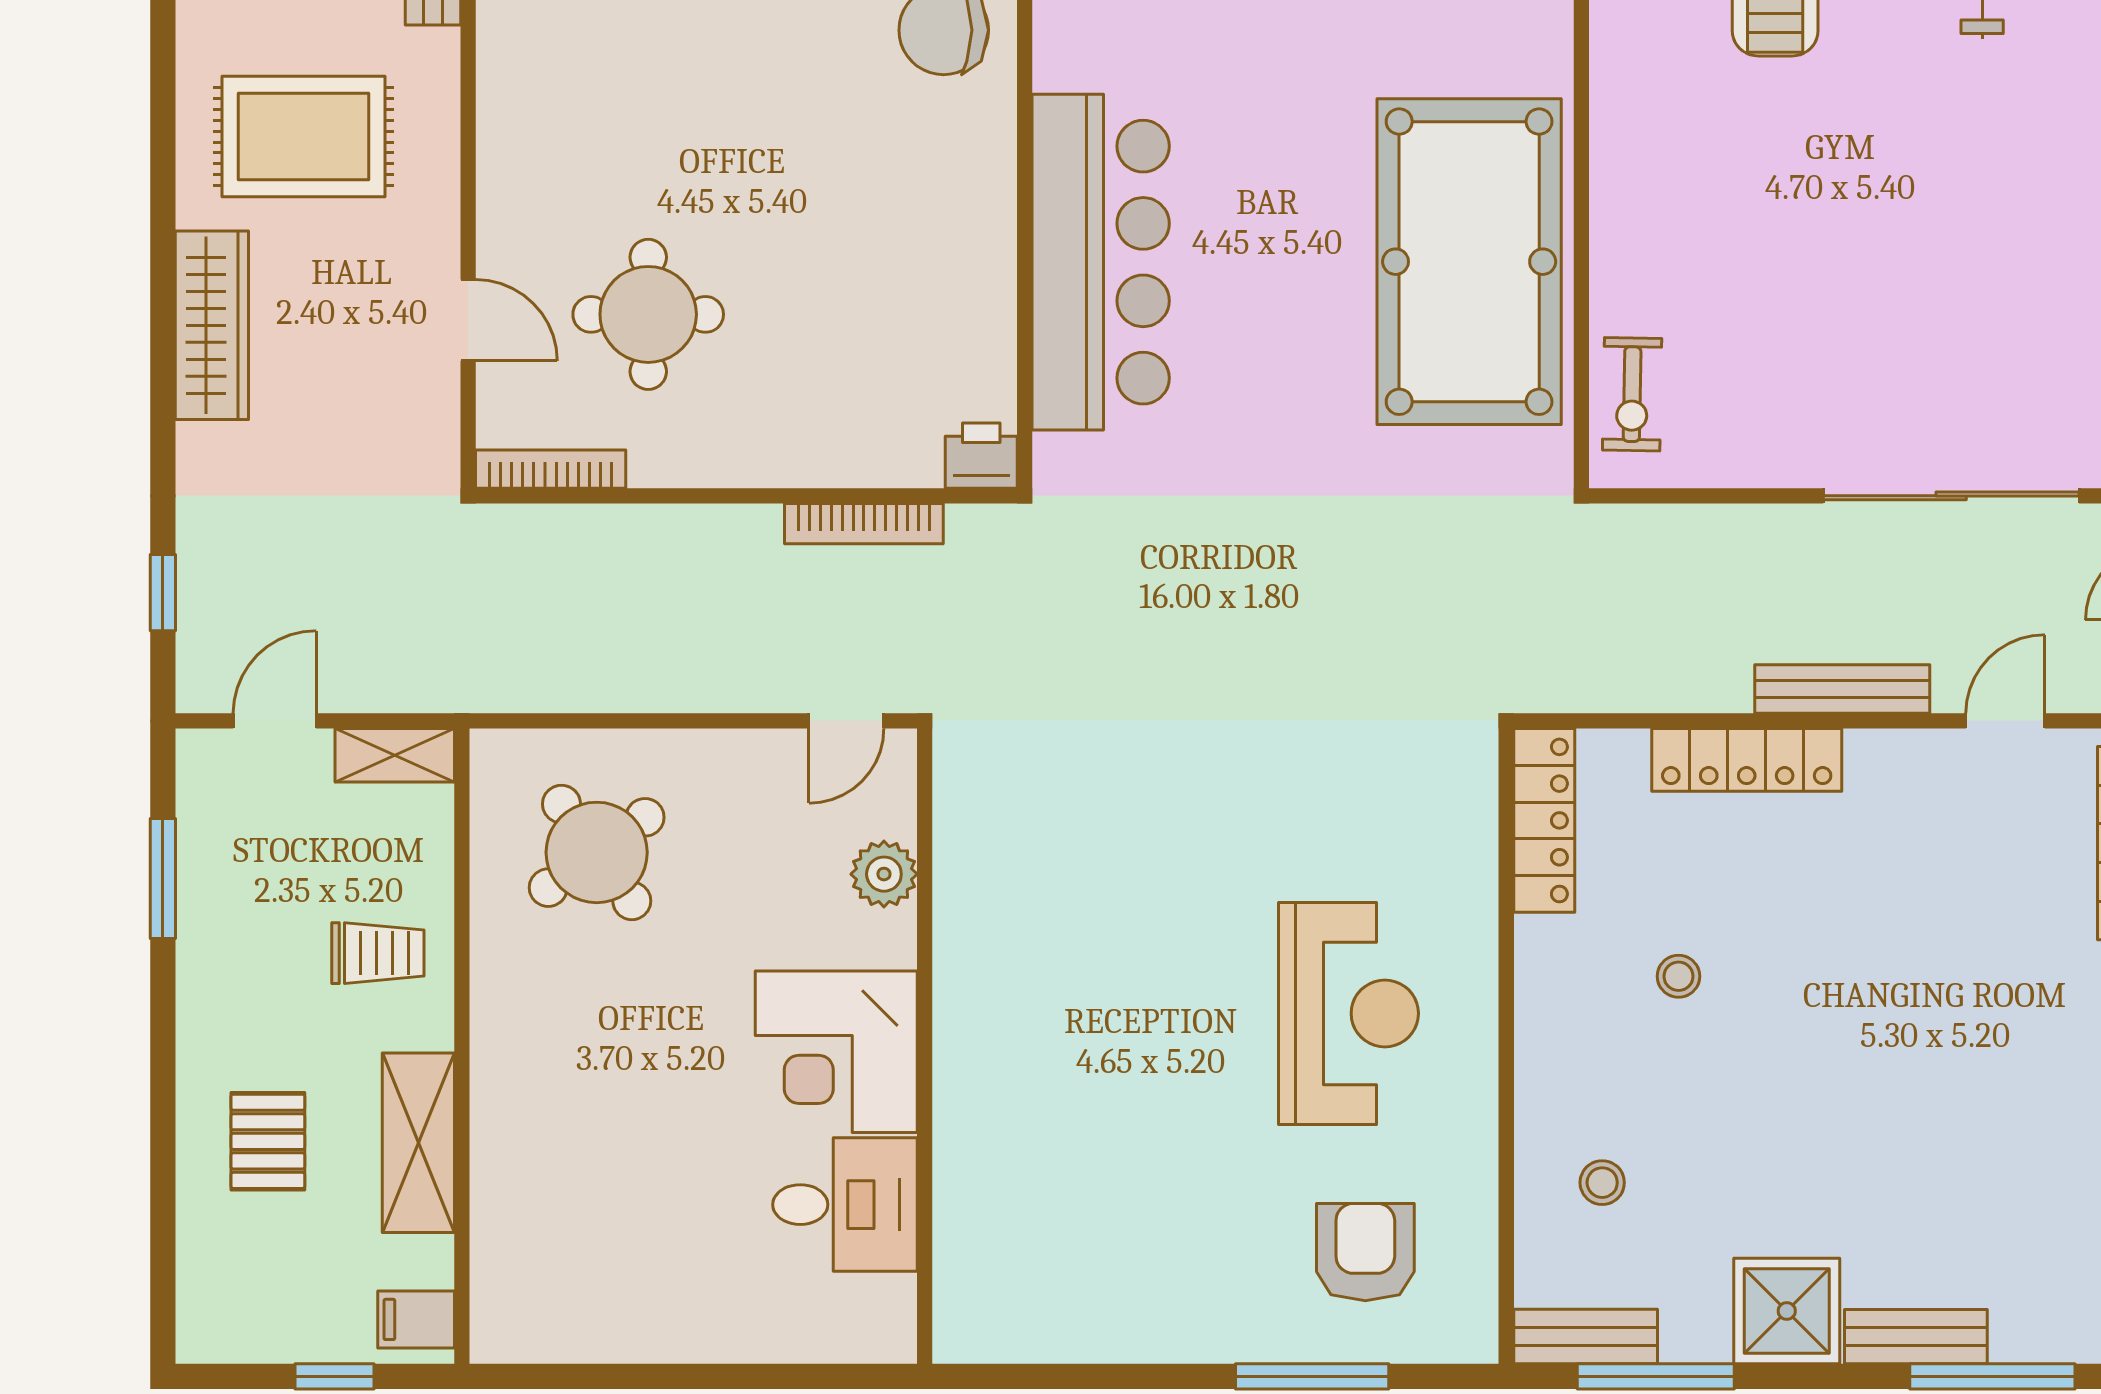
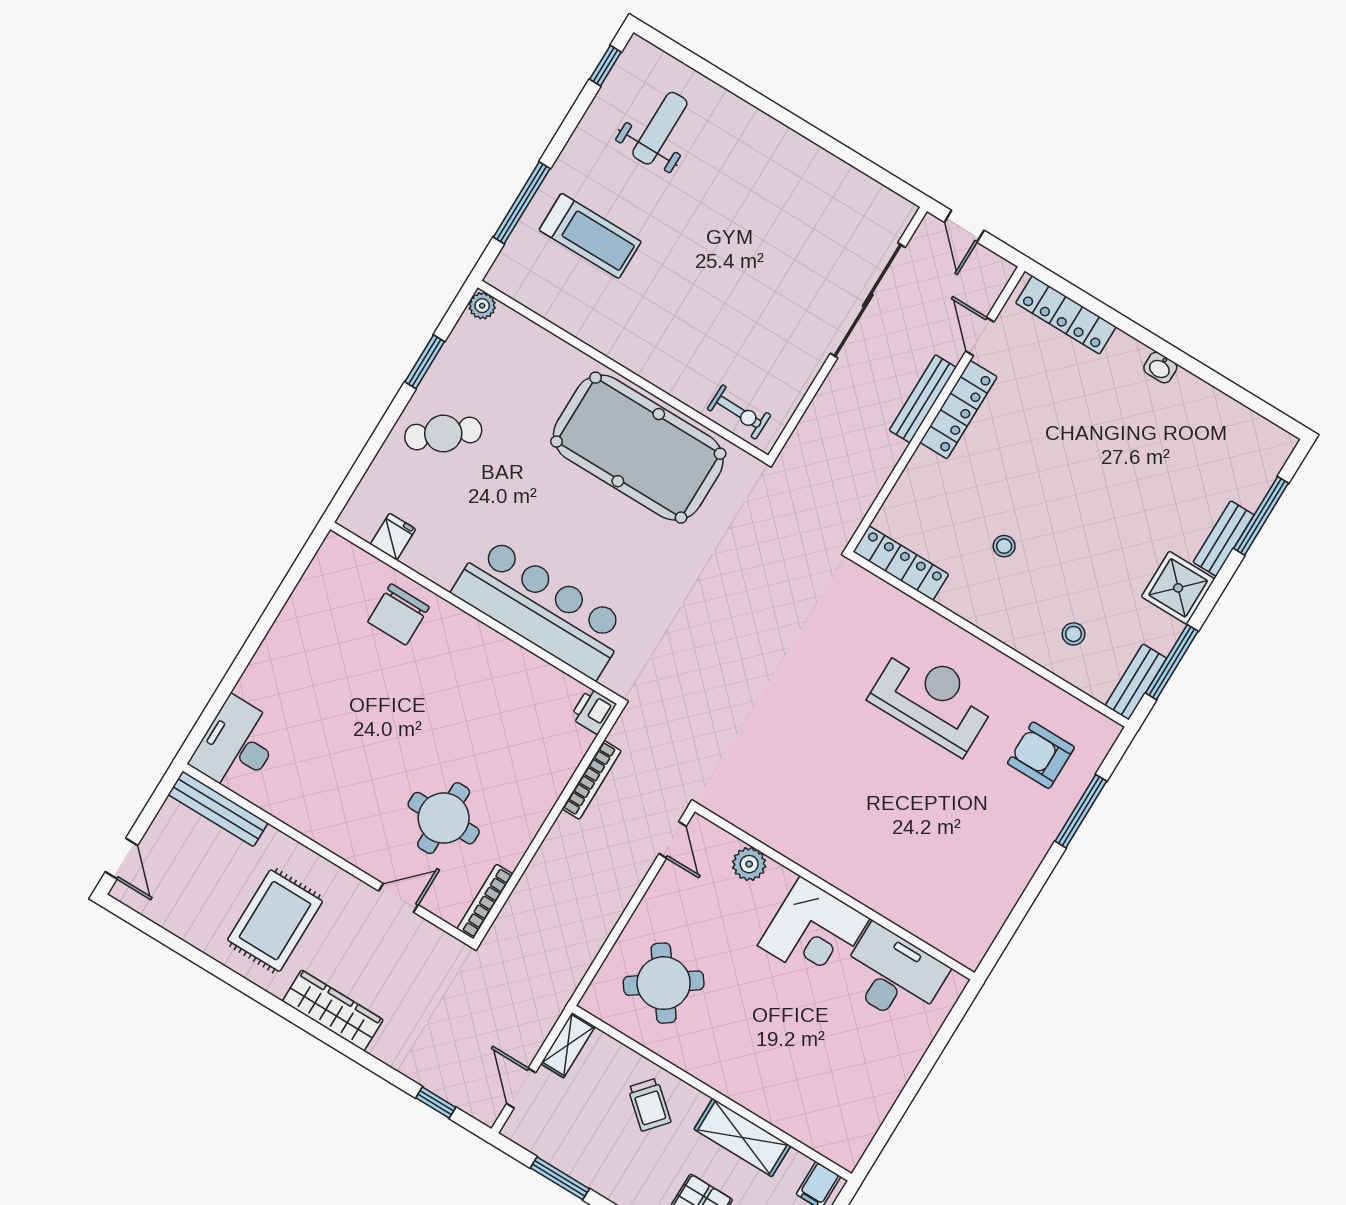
locker: (1747, 760) -> (958, 410), moved
trolley: (378, 953) -> (649, 1105), turned 131
desk: (845, 1205) -> (893, 975), width x1.37

